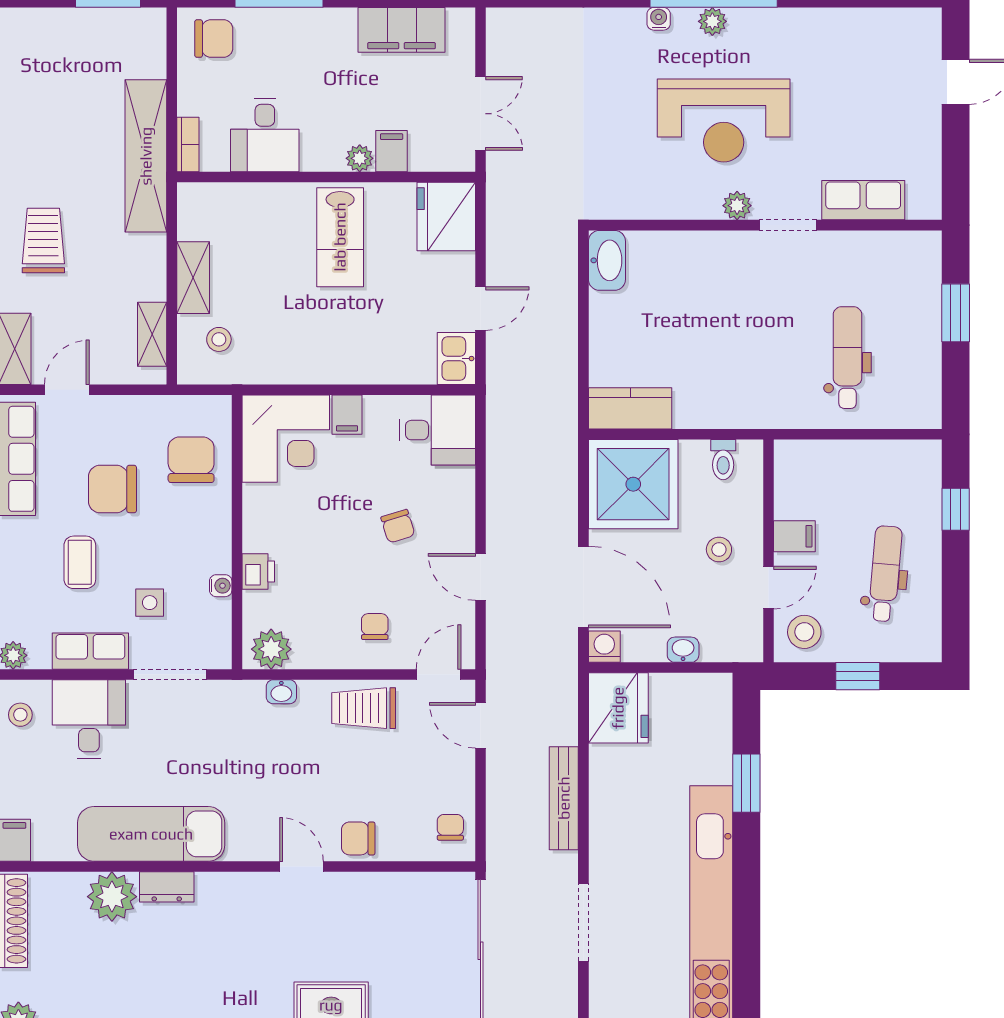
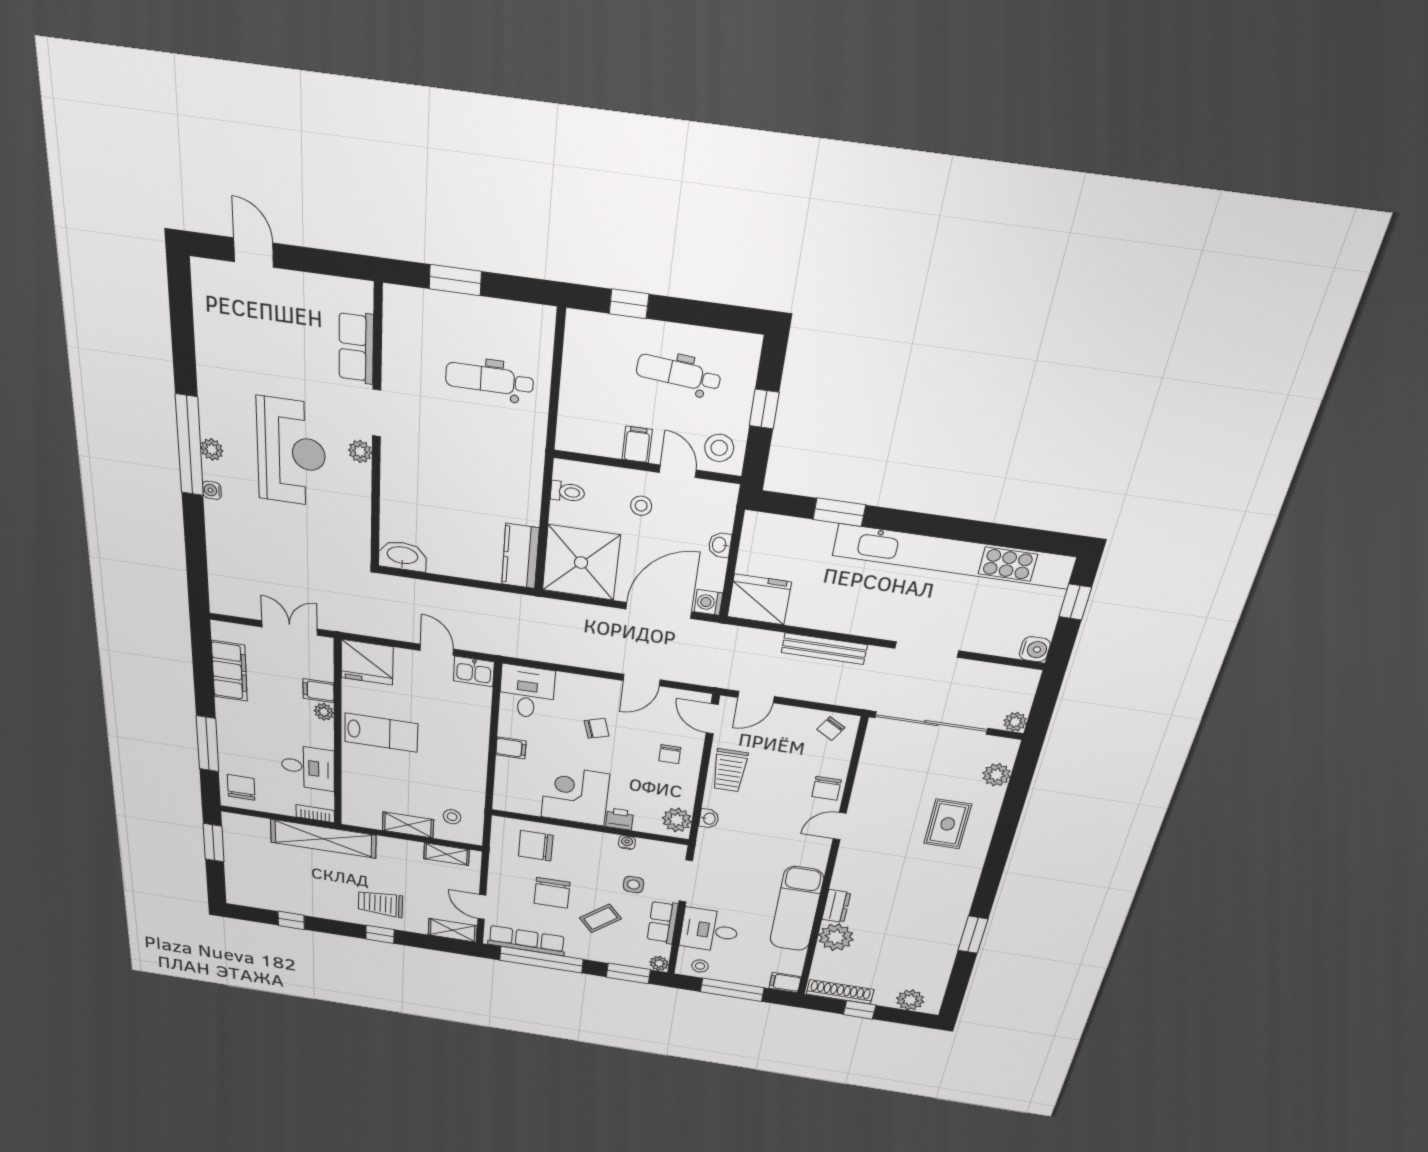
corner desk: (286, 439) -> (575, 796), moved, turned -90
coffee table: (80, 562) -> (601, 918), turned -40
chair: (375, 627) -> (670, 754), turned -90
chair: (450, 827) -> (831, 729), turned -59

